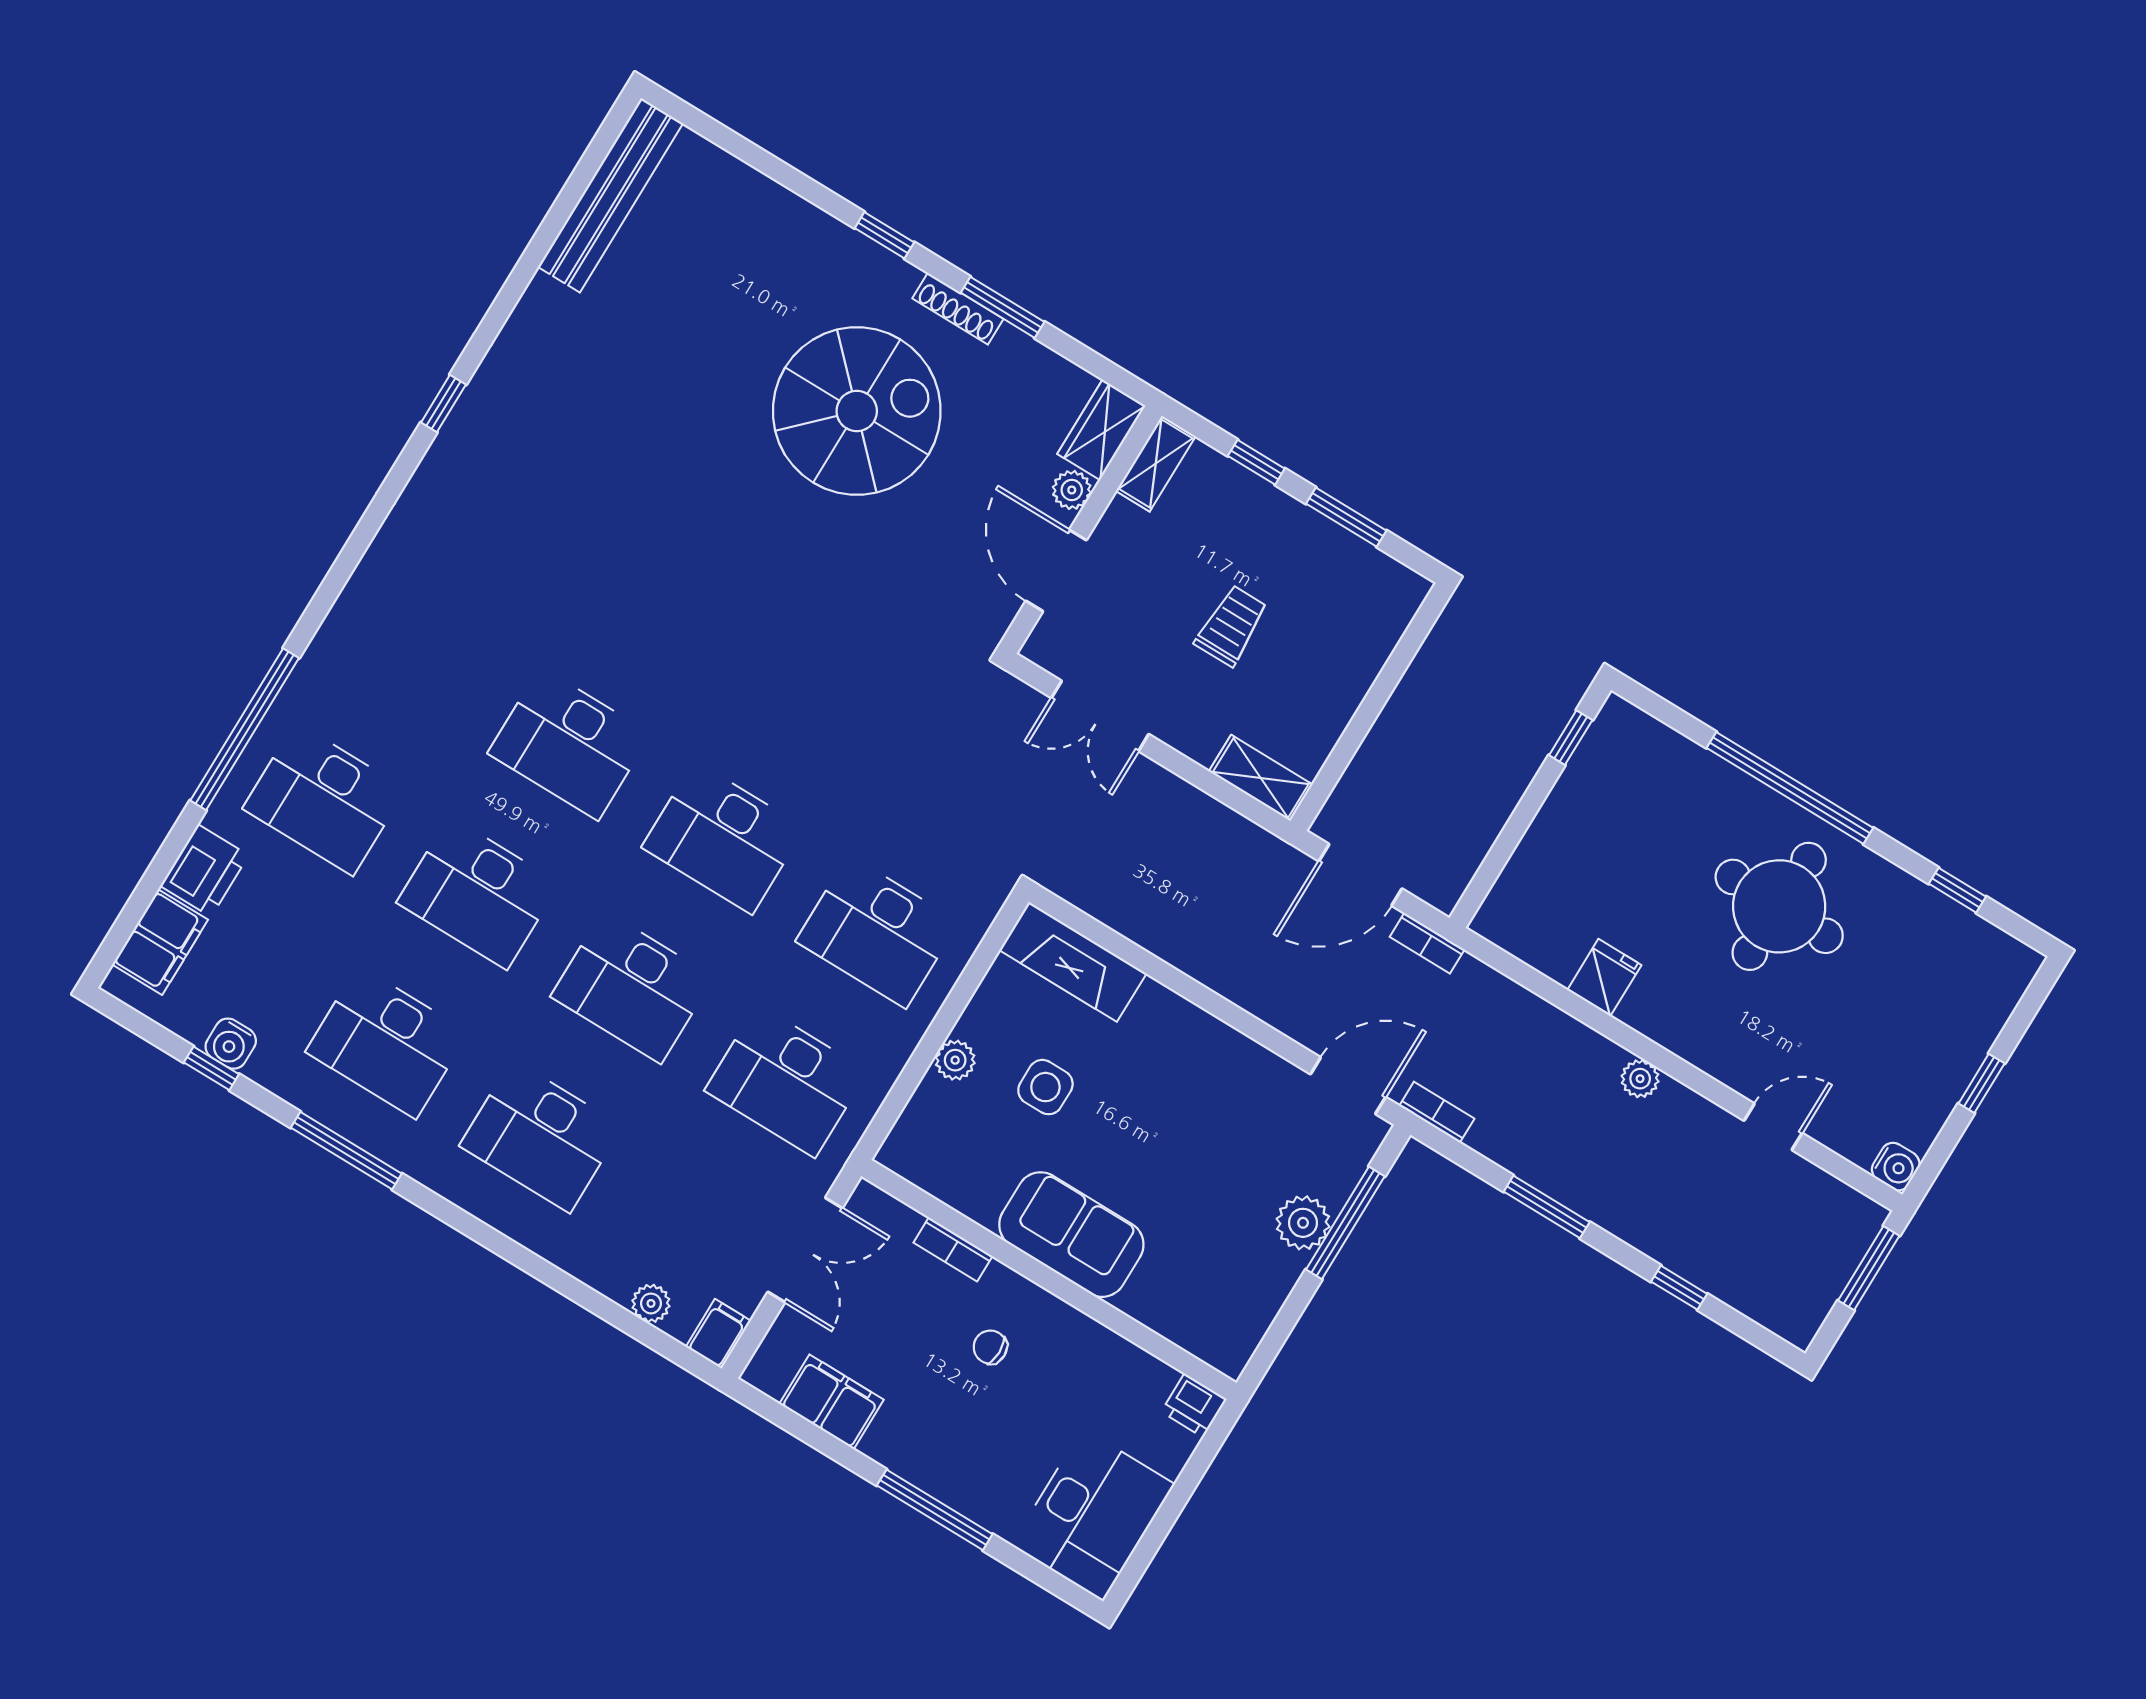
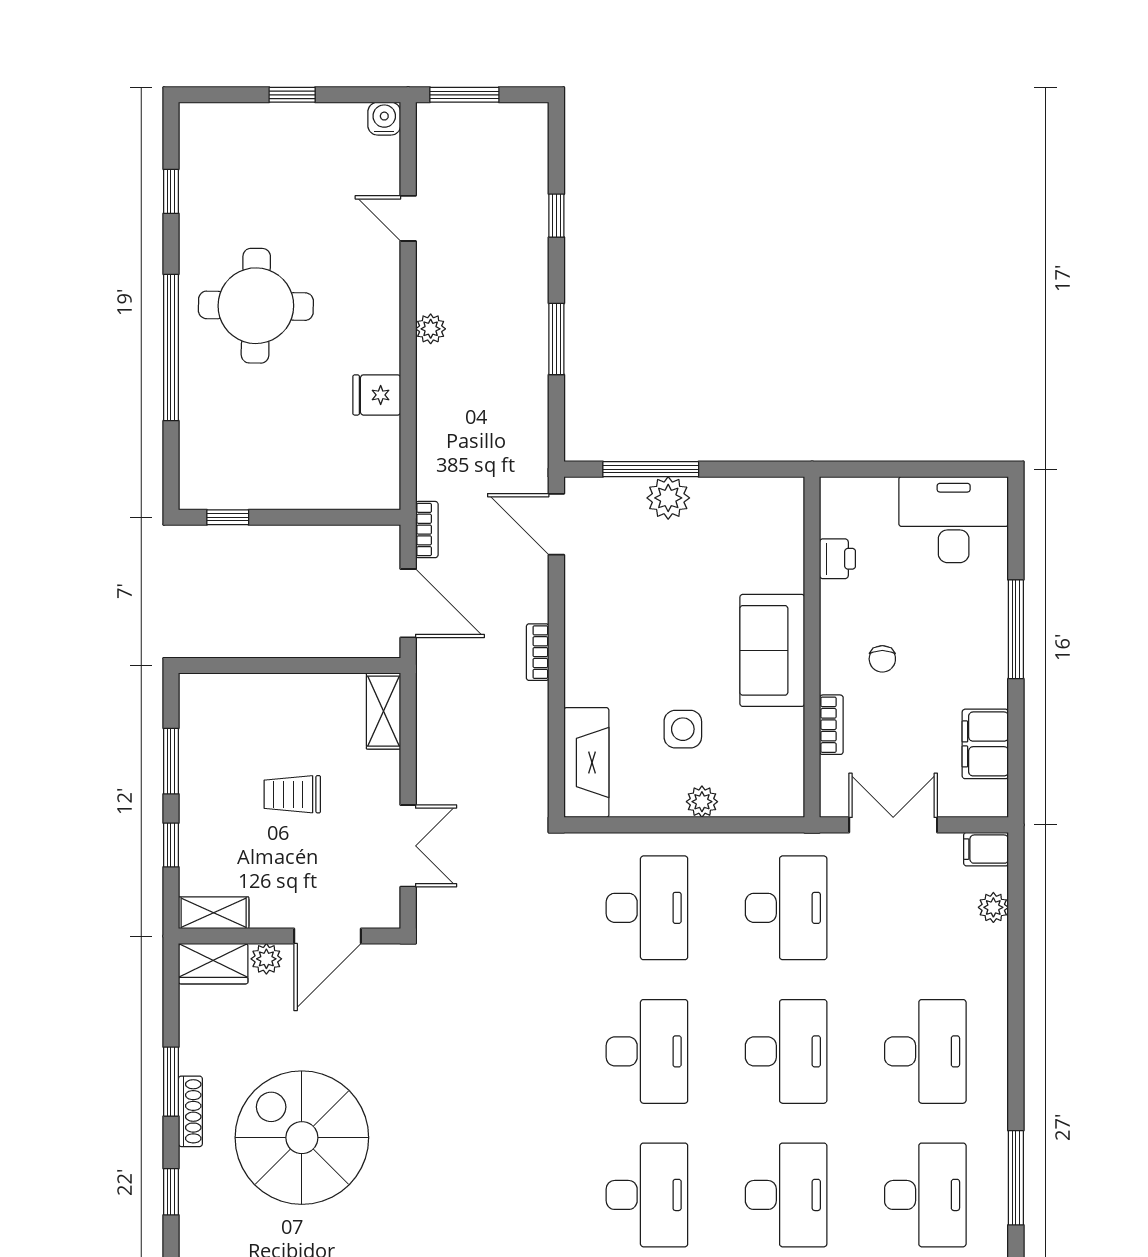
bookcase: (1437, 1112) -> (538, 652), moved
printer: (1194, 1405) -> (837, 559), moved

